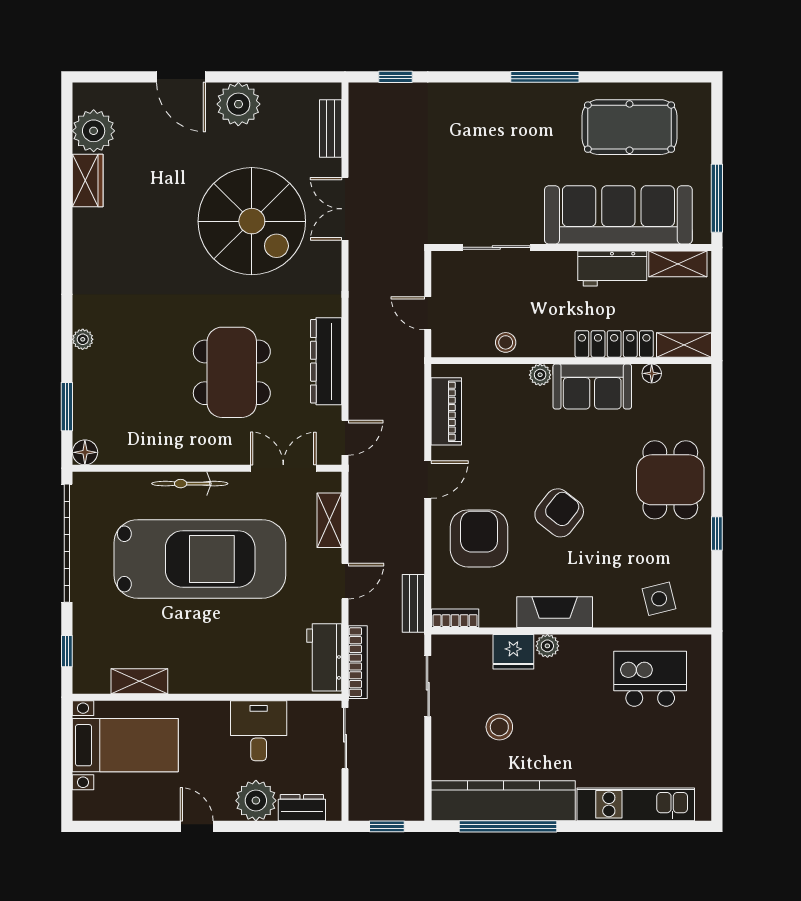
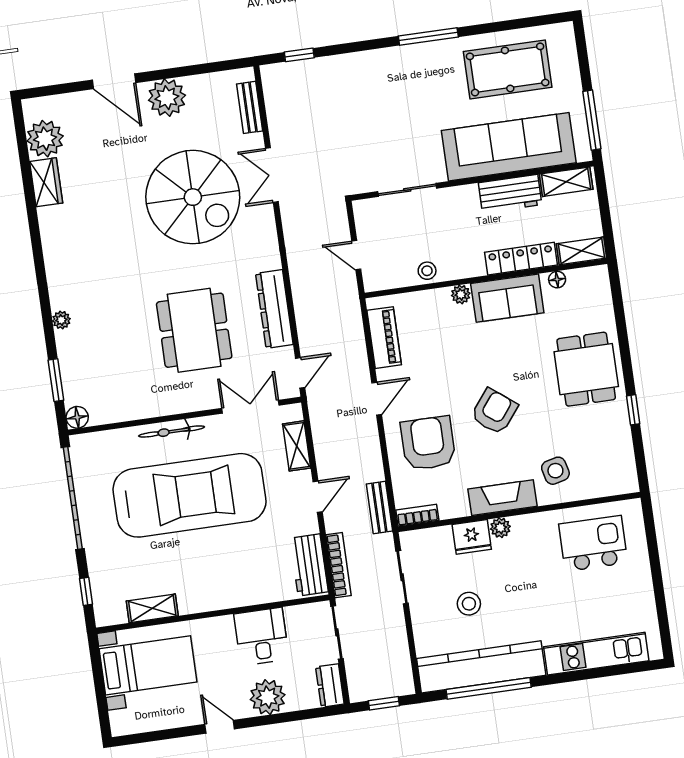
side table: (659, 599) -> (555, 471), moved
dresser: (302, 808) -> (330, 685), moved, turned -90

